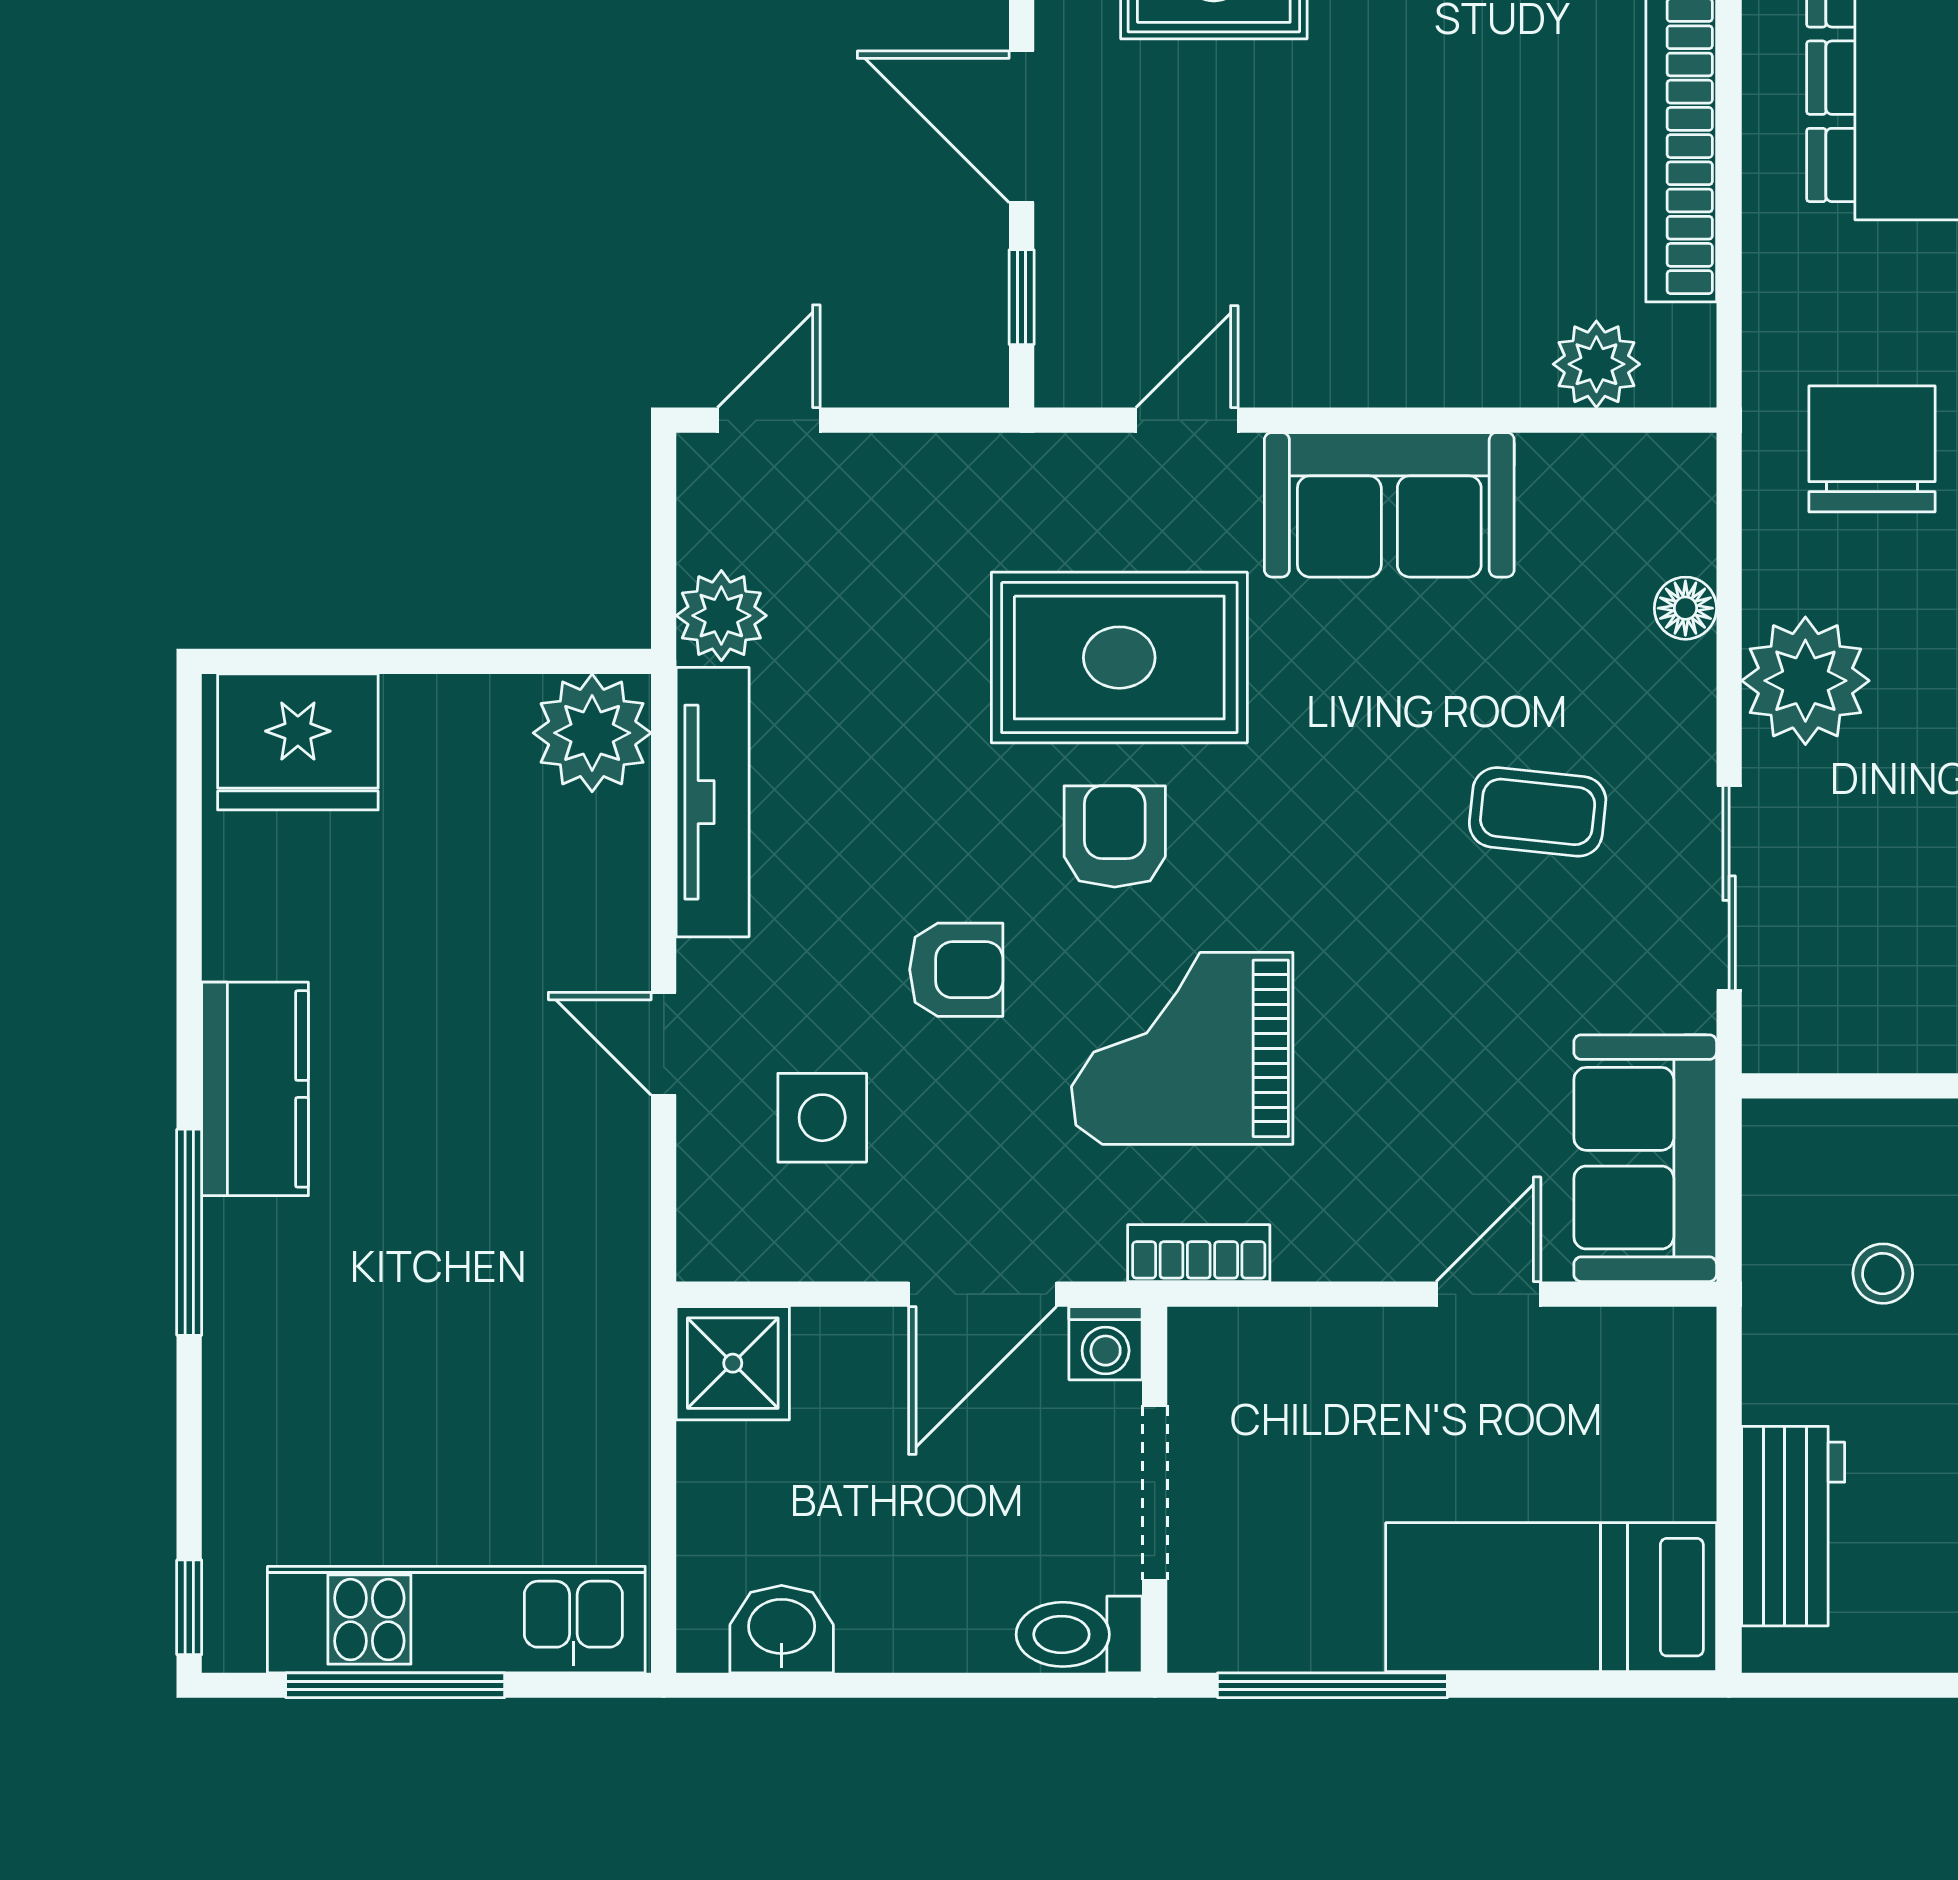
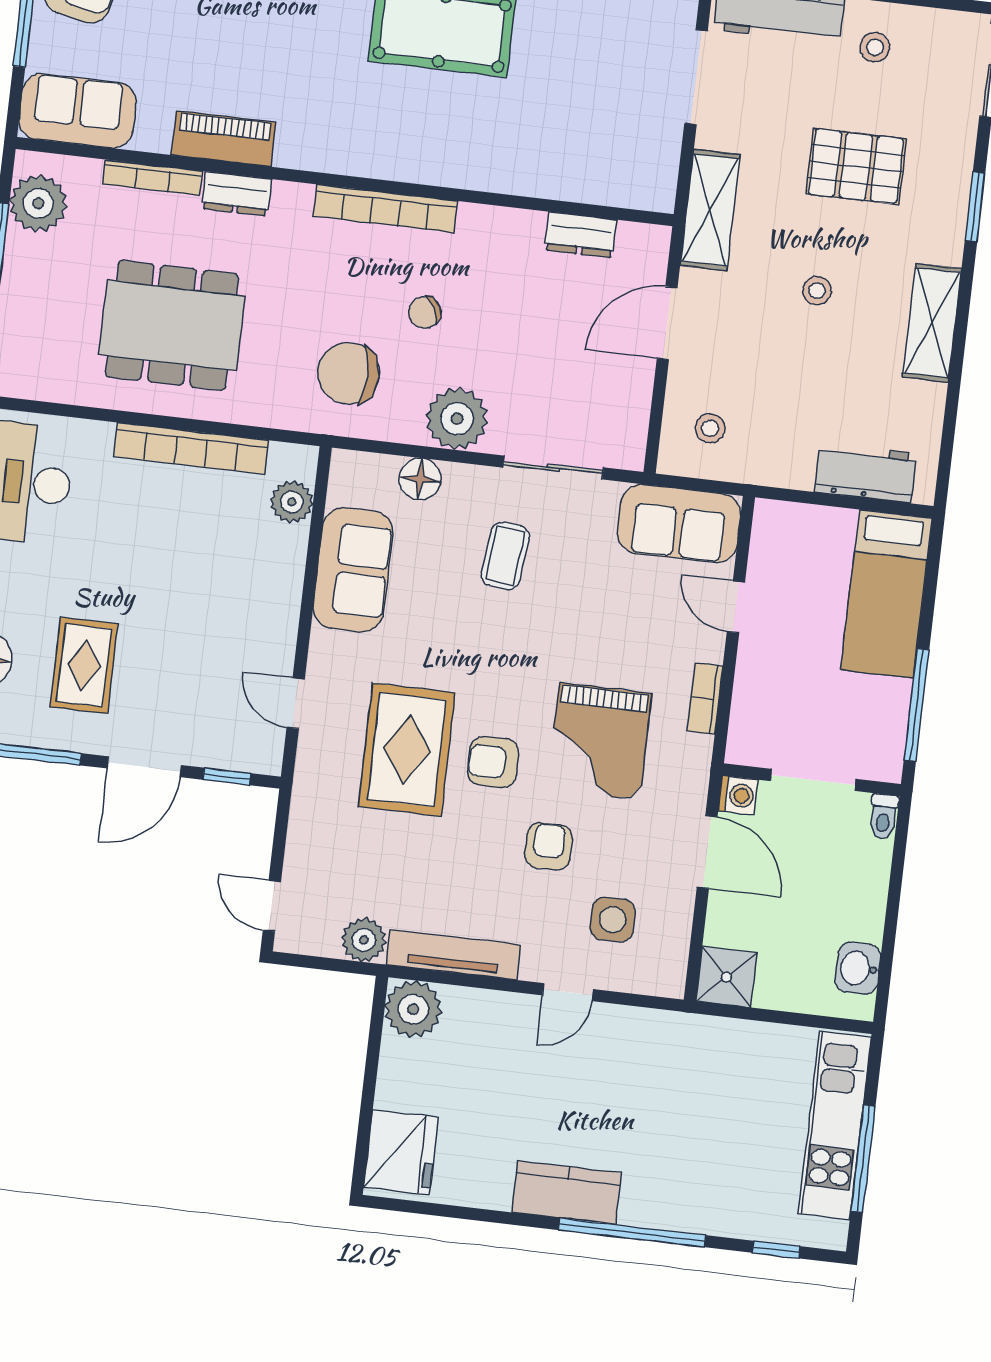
sofa: (1389, 505) -> (353, 570), moved
floor lamp: (1685, 608) -> (420, 479), width x1.37, depth x1.37
window: (189, 1232) -> (632, 1233), width x1.46
bookcase: (1199, 1253) -> (705, 698), moved
stool: (1883, 1274) -> (710, 428), moved
window: (189, 1607) -> (776, 1250), moved
toilet: (1079, 1634) -> (883, 817), width x0.73, depth x0.72

